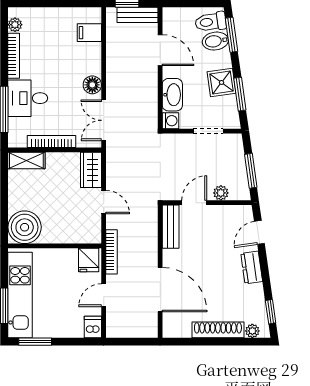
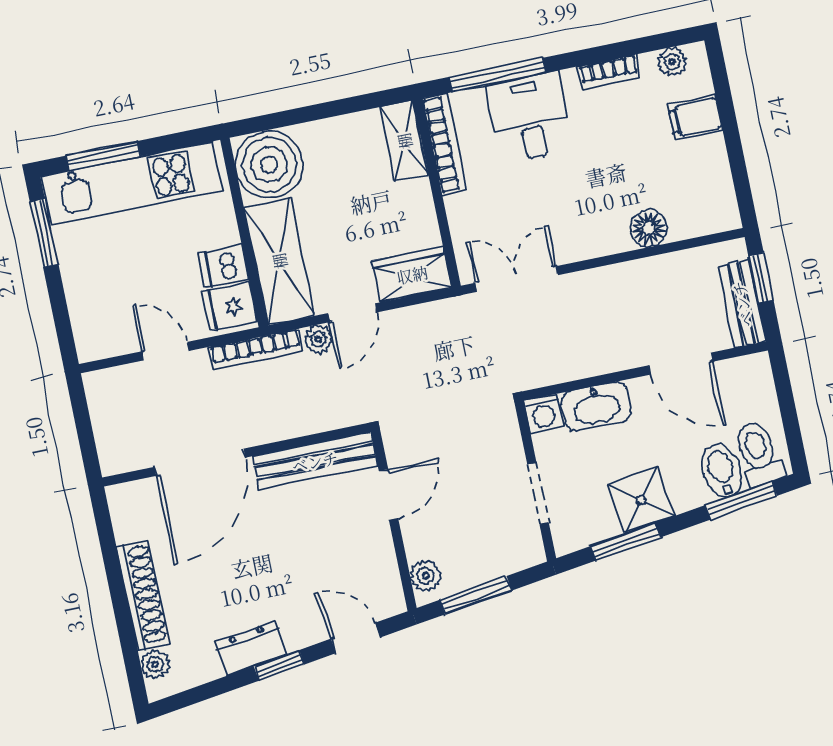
filing cabinet: (89, 33) -> (695, 118), moved, turned -90
door: (160, 50) -> (681, 364), hinge flipped
bookcase: (14, 56) -> (609, 72), width x0.64
floor lamp: (92, 85) -> (649, 228), moved
bookcase: (52, 141) -> (445, 144), moved
plant: (221, 193) -> (426, 576), moved
door: (194, 203) -> (389, 495), hinge flipped
plant: (113, 221) -> (318, 339), added
bench: (171, 227) -> (315, 461), width x1.36
shelving: (72, 232) -> (279, 261), added
dresser: (252, 267) -> (251, 648), moved
window: (271, 312) -> (279, 665), moved
dishwasher: (93, 327) -> (223, 266), moved, turned 180

